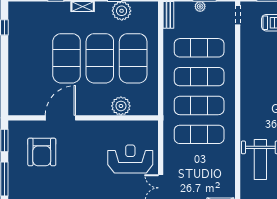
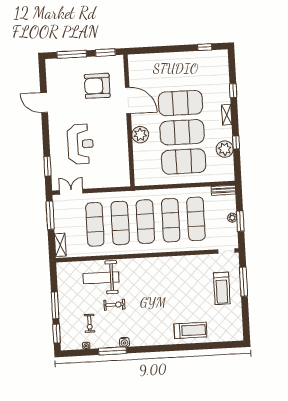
plant: (121, 106) -> (140, 135), moved
reception desk: (130, 159) -> (81, 144), moved
exercise mat: (199, 163) -> (95, 224), added

